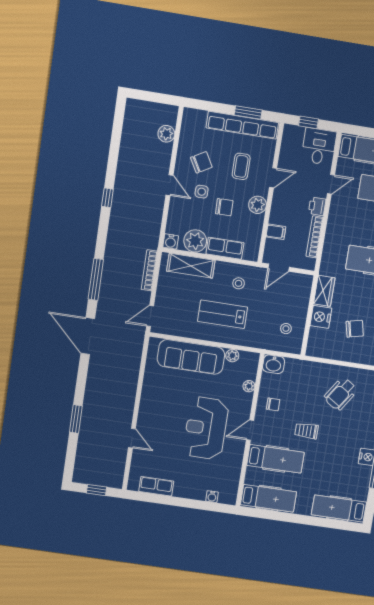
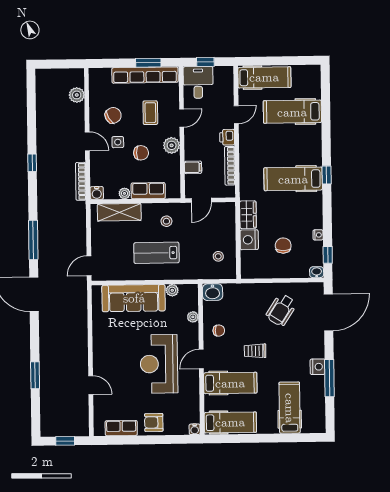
desk: (319, 146) -> (198, 82), moved
plant: (195, 241) -> (124, 193), width x0.53, depth x0.53
bookcase: (149, 270) -> (81, 181), moved
chair: (355, 329) -> (283, 246), turned -77
armchair: (191, 486) -> (154, 422), added
water cooler: (212, 497) -> (195, 429), moved
hospital bed: (339, 508) -> (290, 408), moved, turned 90

